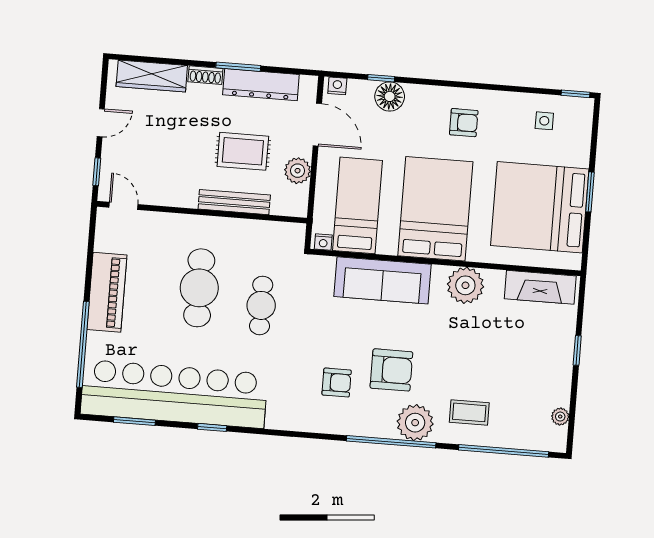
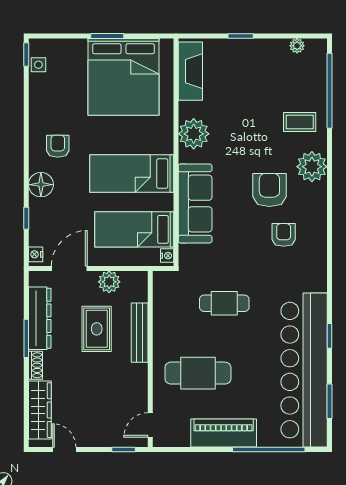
floor lamp: (390, 96) -> (41, 185), moved
side table: (544, 121) -> (38, 65), moved
door: (101, 123) -> (64, 450), moved
bed: (435, 209) -> (132, 174), width x0.67
cafe table: (199, 288) -> (198, 373), moved
coffee table: (469, 412) -> (300, 122), turned 90
window: (391, 442) -> (330, 185), removed

